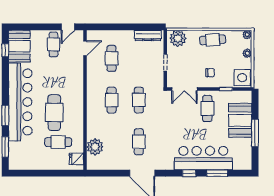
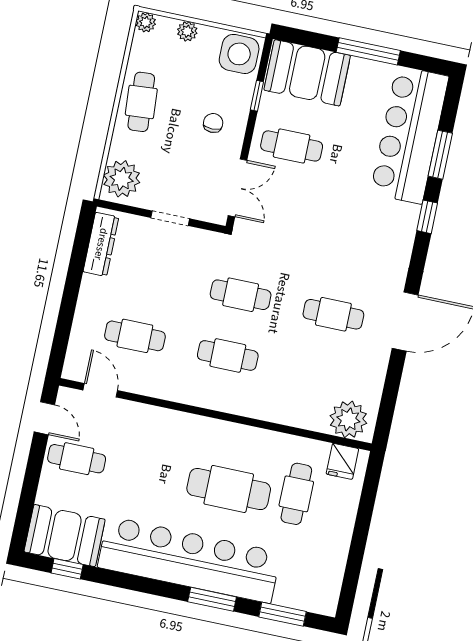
booth: (240, 120) -> (307, 73), moved
plant: (95, 147) -> (348, 419), moved
bar counter: (203, 158) -> (409, 135), moved

